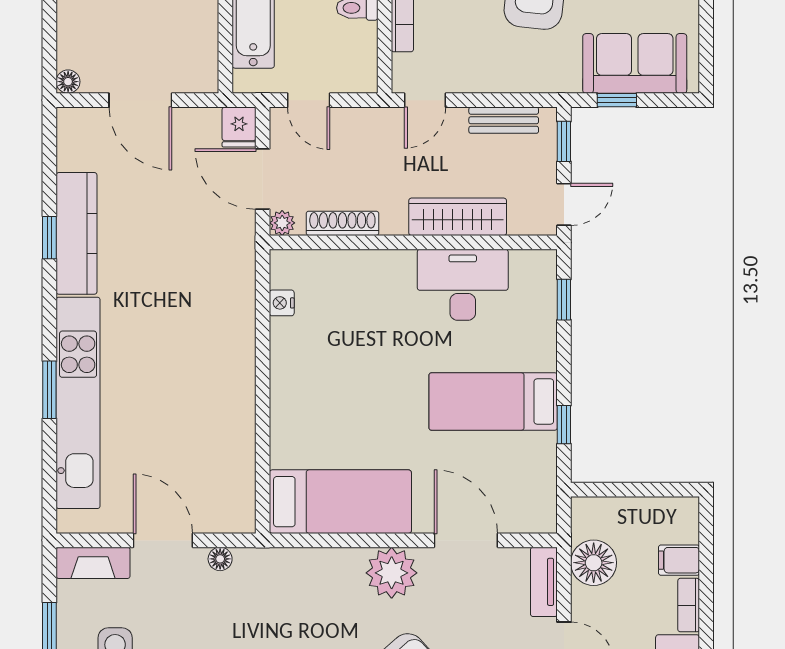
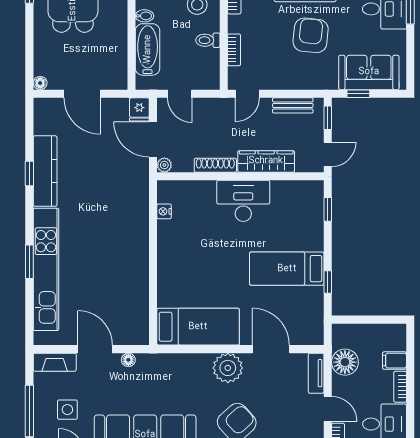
shoe rack: (342, 223) -> (215, 165), moved
desk: (463, 285) -> (243, 201), moved

